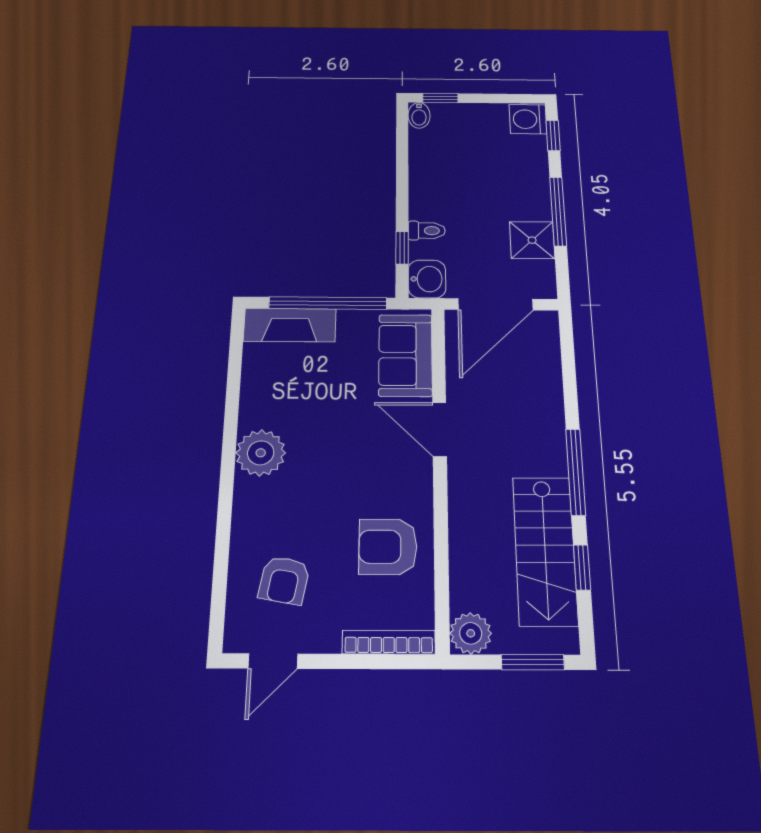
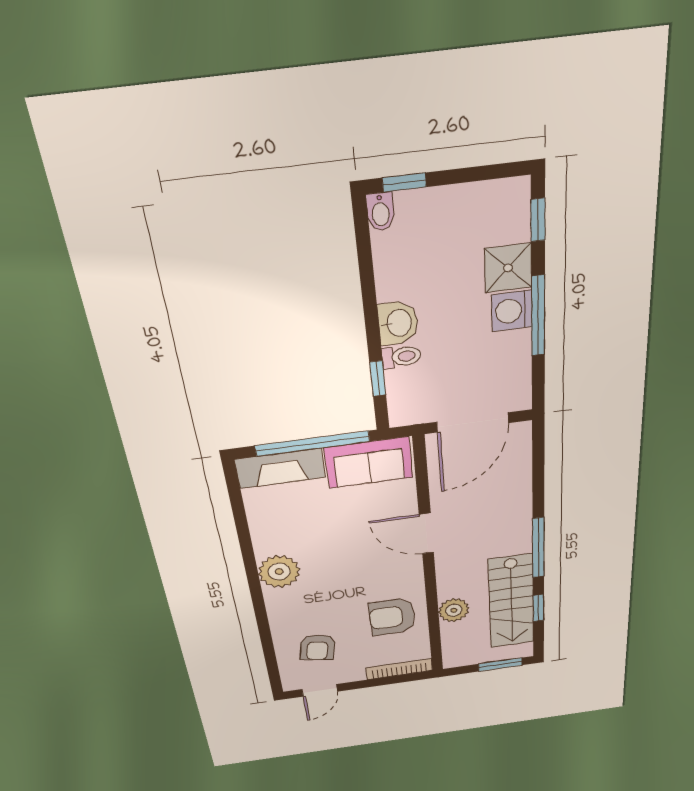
washing machine: (528, 119) -> (512, 311), moved
shower: (532, 240) -> (508, 268), moved
washbasin: (427, 279) -> (398, 323), moved
sofa: (405, 355) -> (369, 463), moved, turned -90
plant: (471, 633) -> (454, 610), moved

